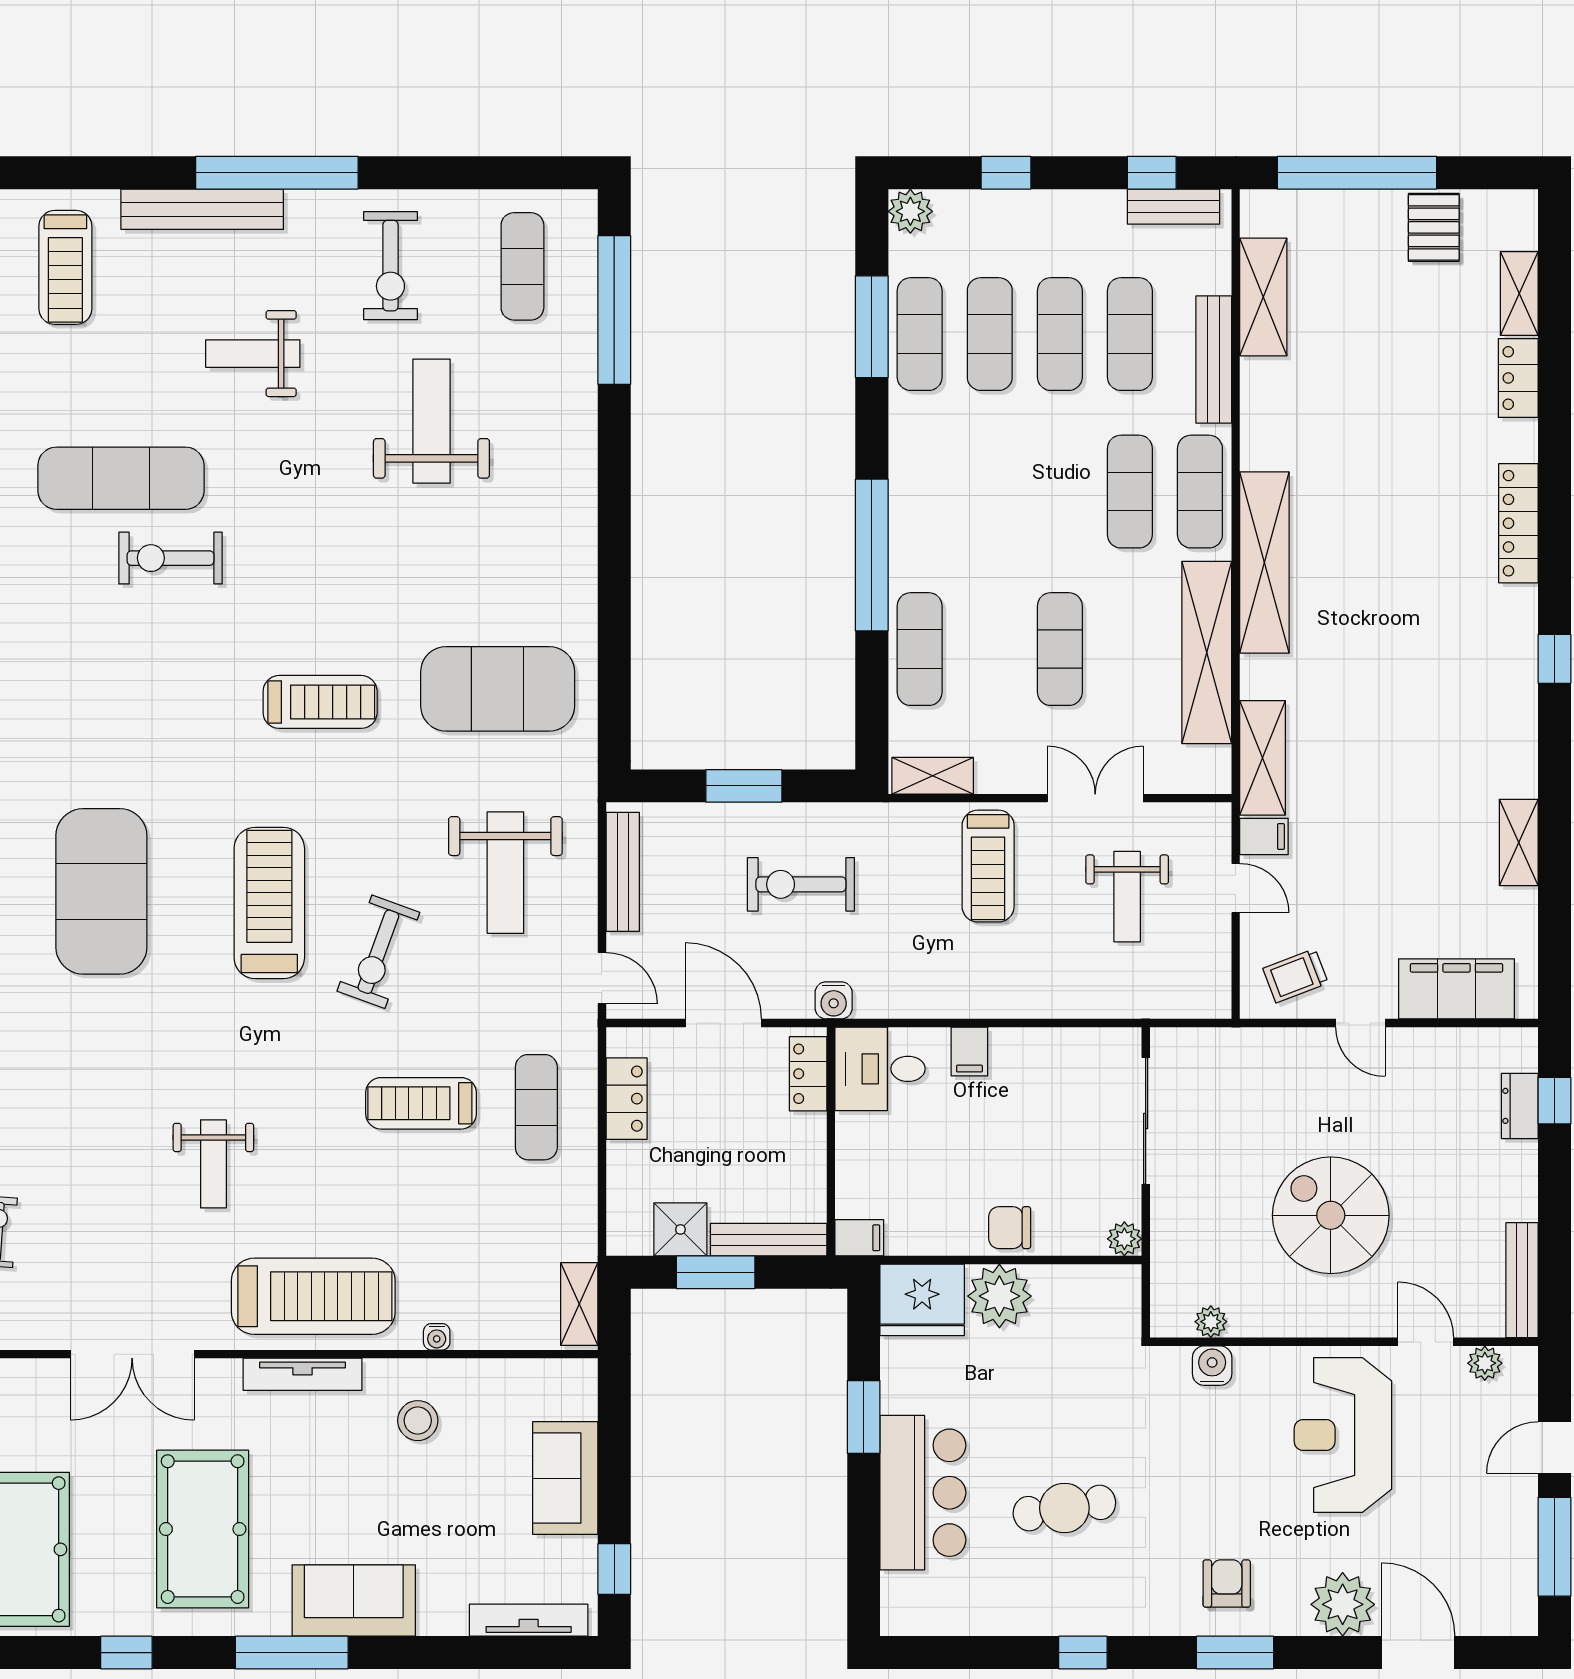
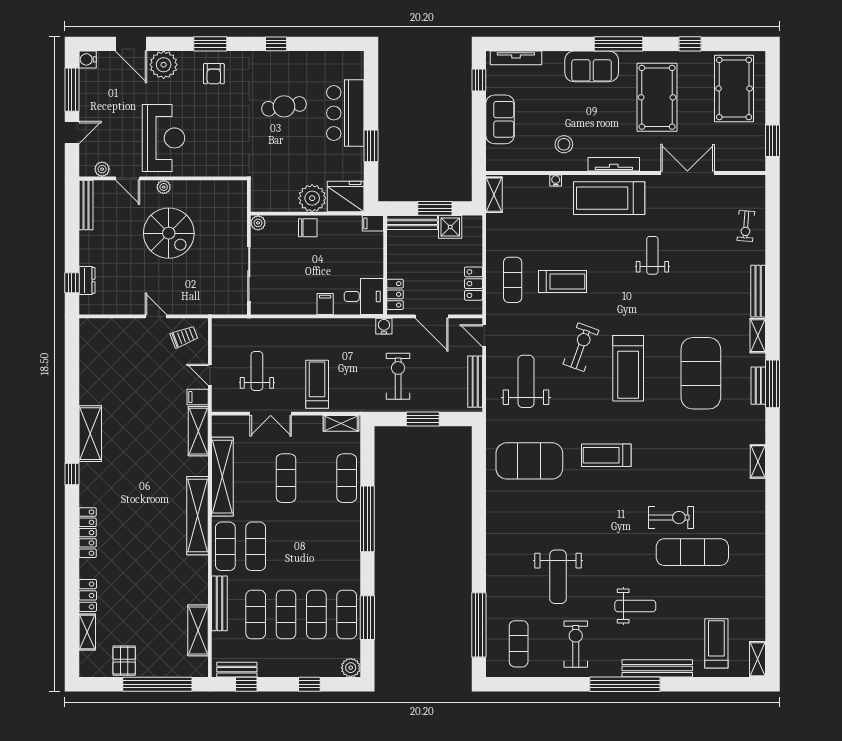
shelving: (1519, 842) -> (90, 434), moved, width x1.50, depth x1.33
exercise bike: (801, 884) -> (398, 376), turned -90
filing cabinet: (1457, 989) -> (114, 331), removed
plant: (1211, 1322) -> (164, 187), moved
water cooler: (1212, 1366) -> (88, 59), moved, turned 90

